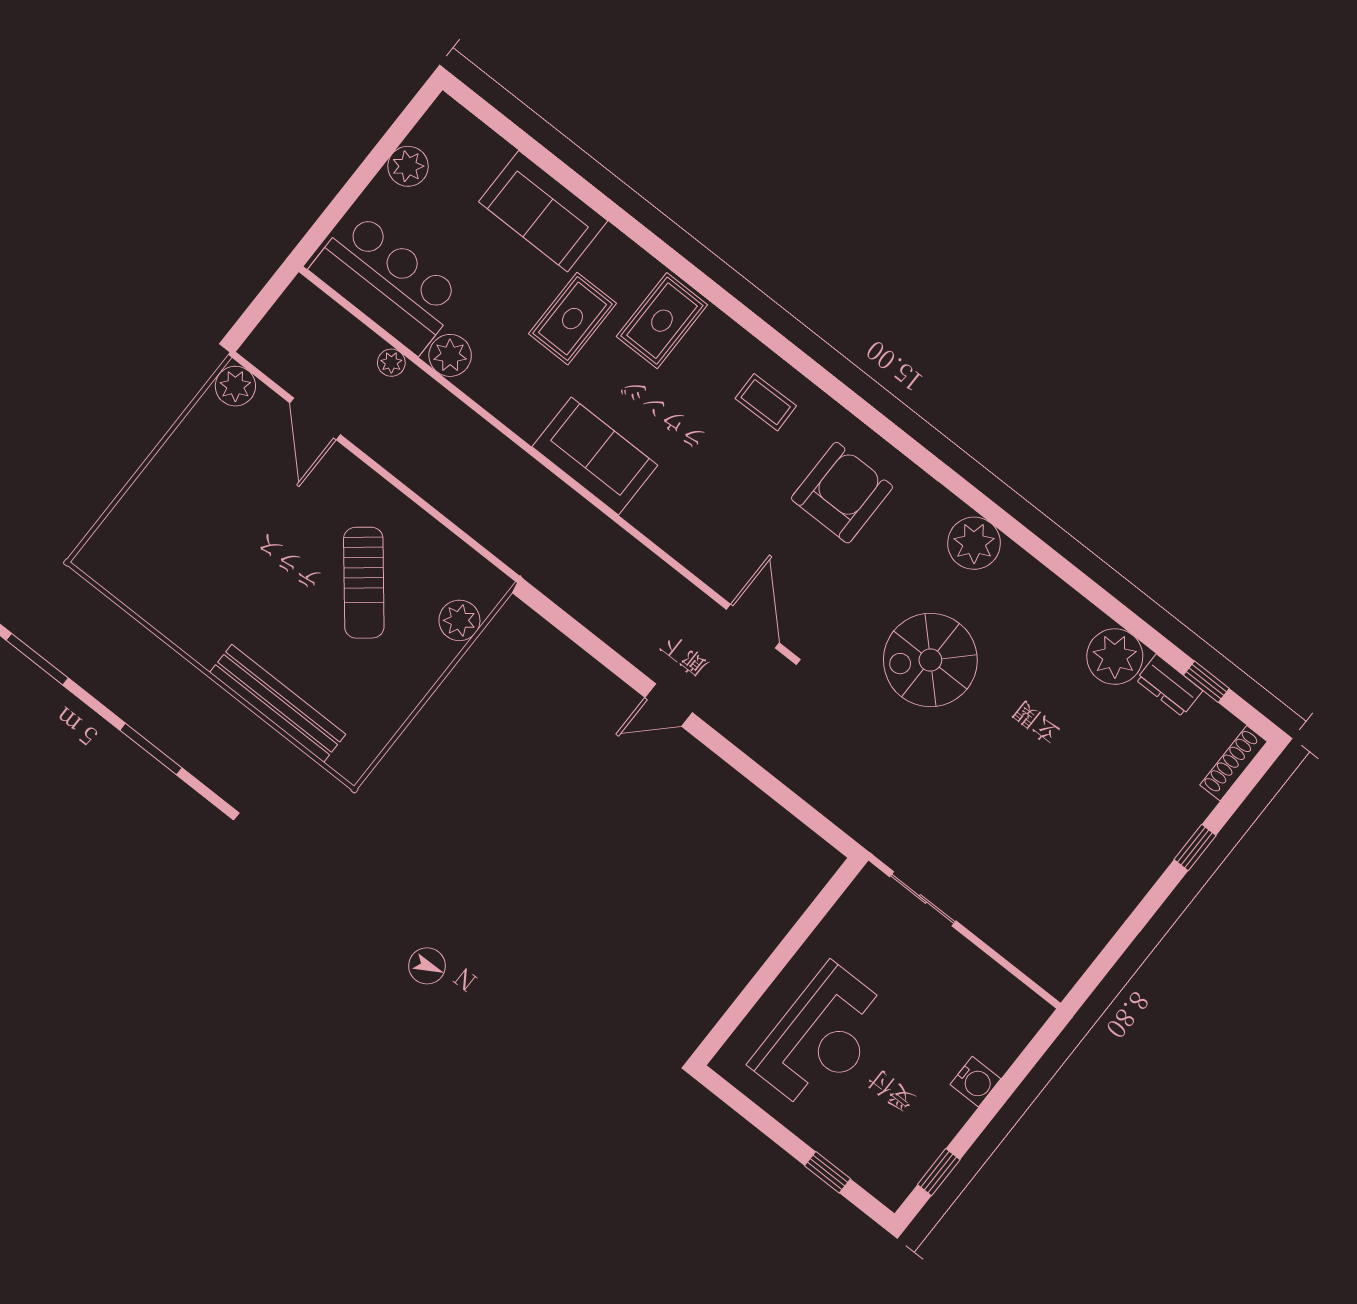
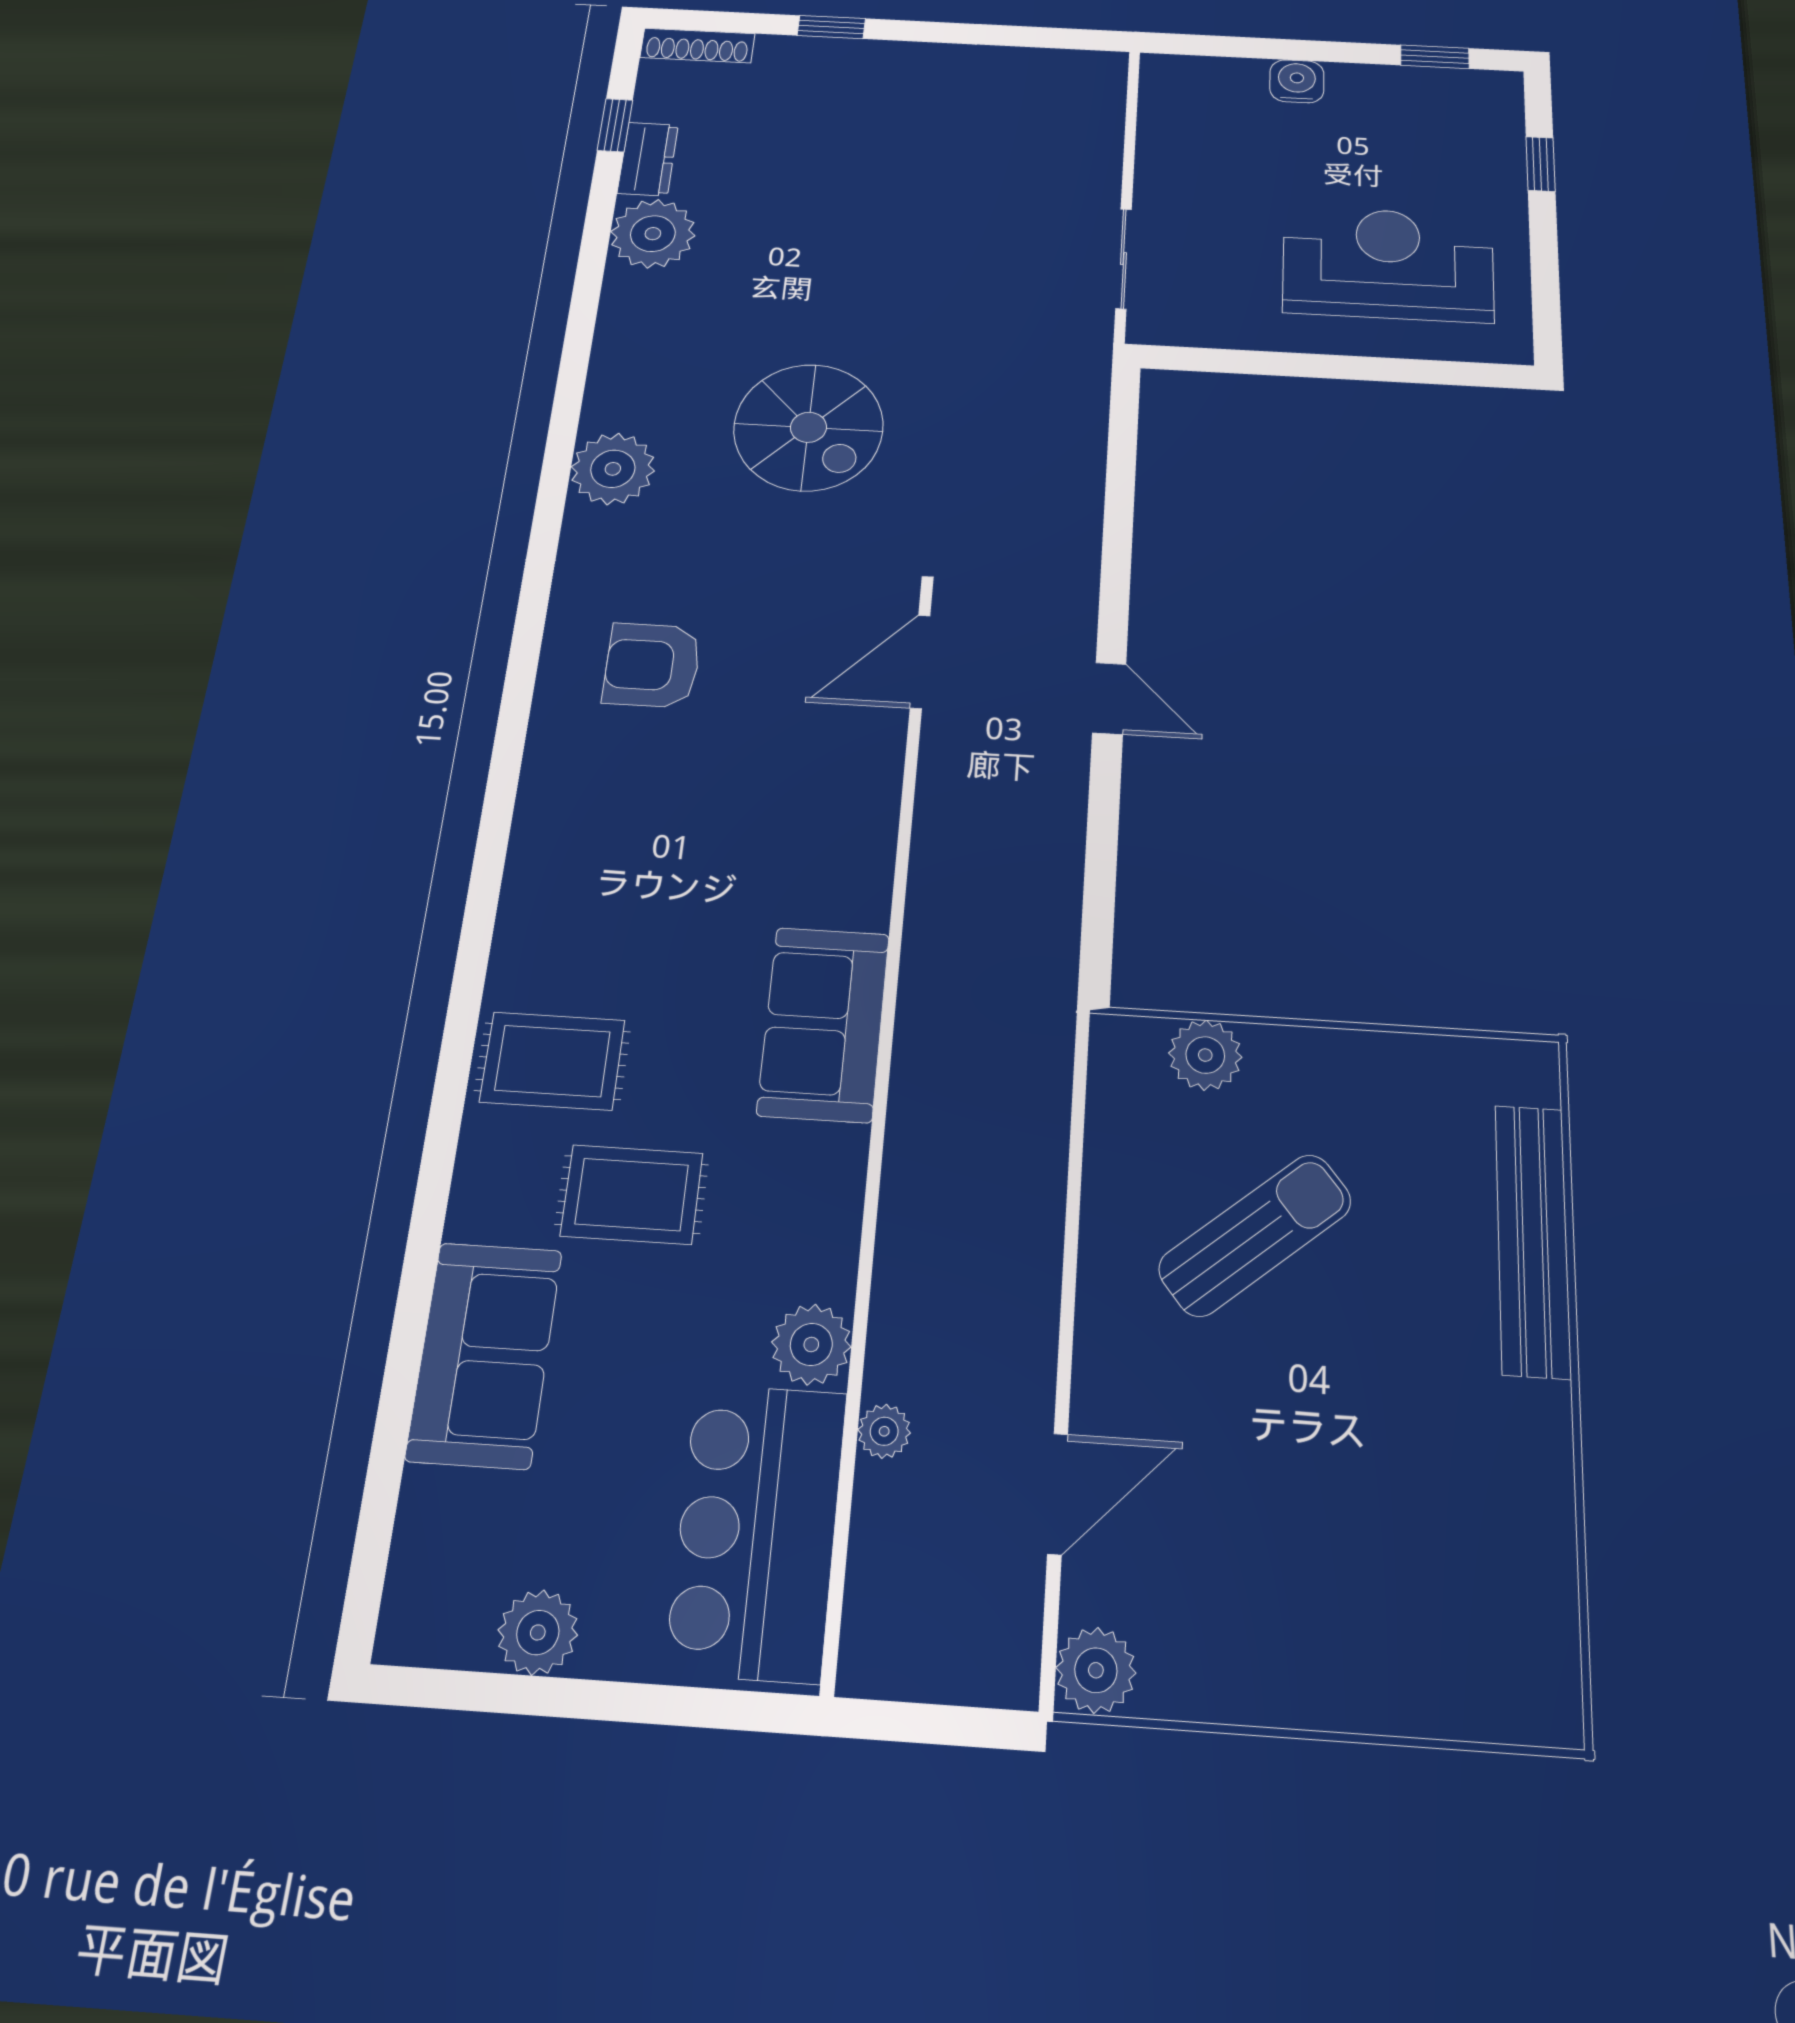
coffee table: (766, 402) -> (586, 841), removed
armchair: (842, 493) -> (652, 665), width x0.73, depth x0.73

